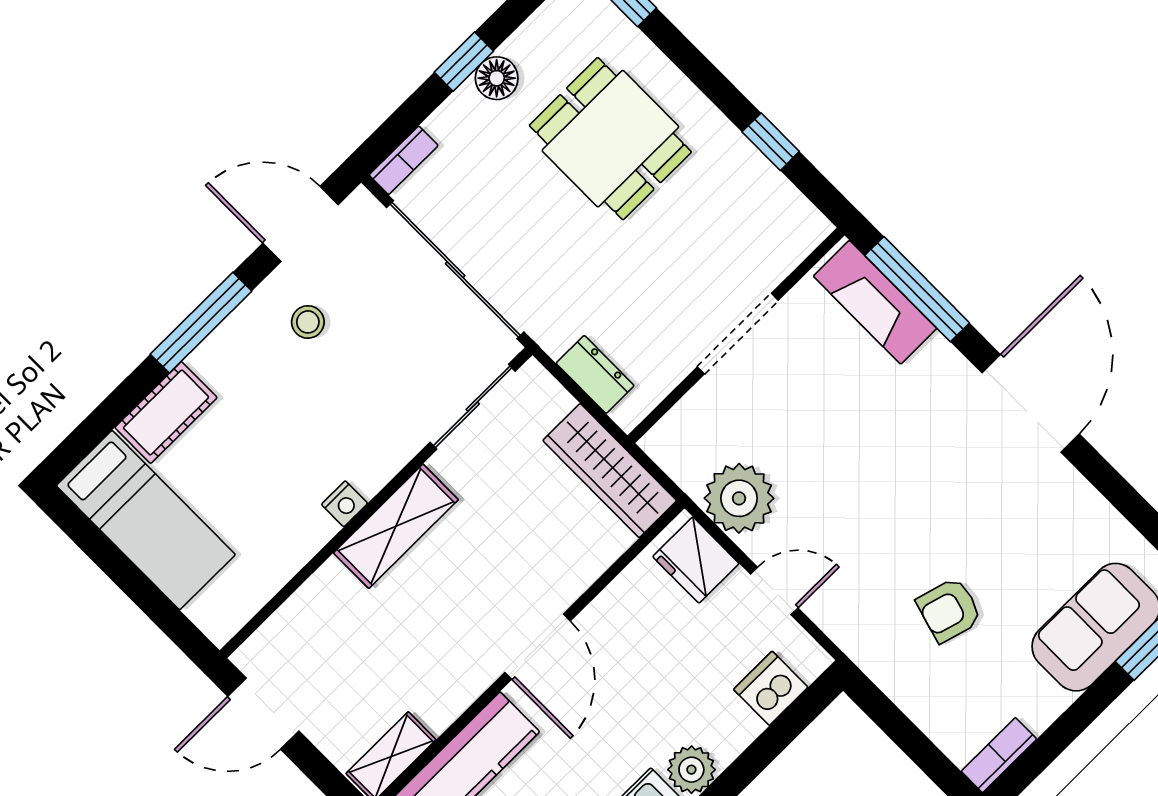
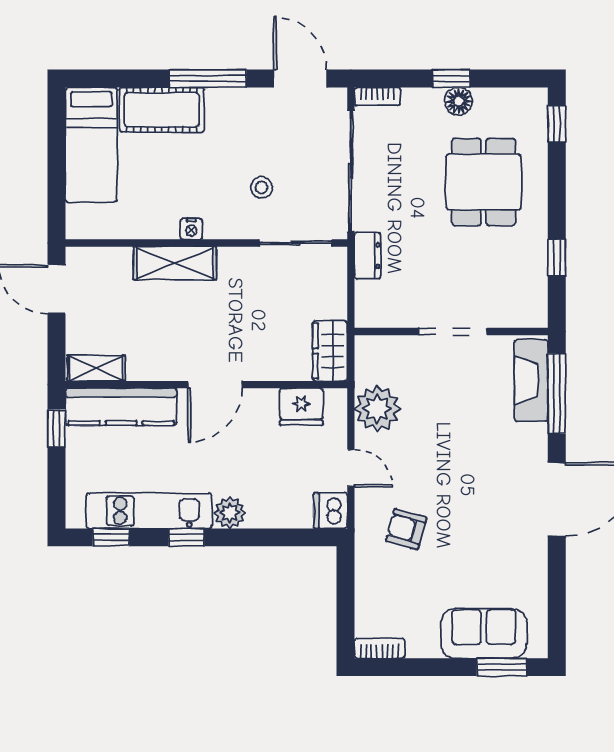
stool: (308, 322) -> (262, 187), moved
dresser: (595, 374) -> (368, 256), moved
cot: (166, 413) -> (162, 110), width x1.37, depth x1.34
wardrobe: (610, 471) -> (330, 351), width x0.67
shelving: (396, 526) -> (175, 263), moved
fridge: (696, 560) -> (301, 407), moved, turned -90
armchair: (949, 610) -> (406, 529), moved
dishwasher: (771, 688) -> (331, 511), moved, turned -90

